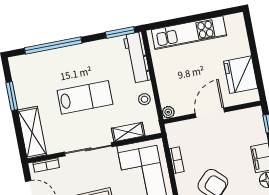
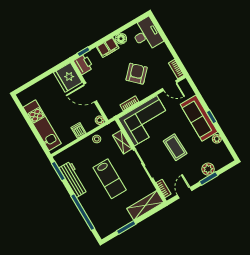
workbench: (137, 58) -> (73, 179), moved, turned -90
fridge: (241, 75) -> (68, 77), moved, turned 90
dishwasher: (165, 79) -> (79, 130), added
lab bench: (85, 97) -> (110, 179), turned 180
printer: (251, 117) -> (83, 64), added

